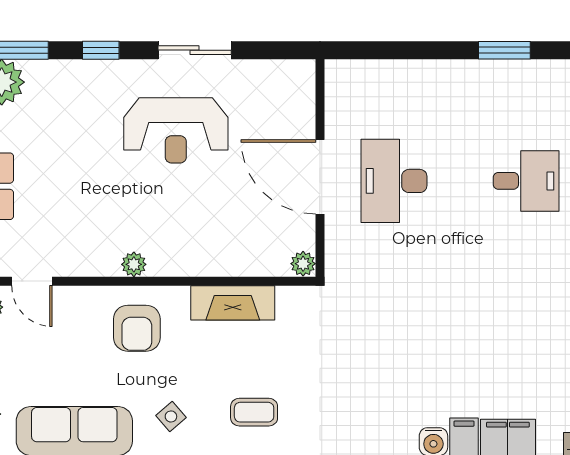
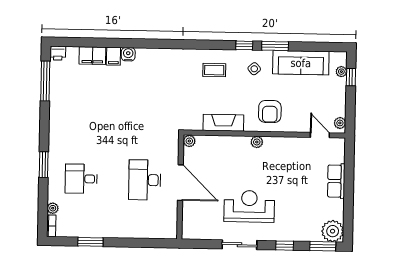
desk: (394, 181) -> (145, 180), turned 180
plant: (134, 264) -> (257, 142), moved
armchair: (137, 328) -> (270, 111), turned 180

